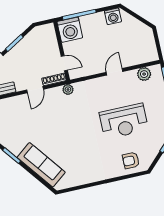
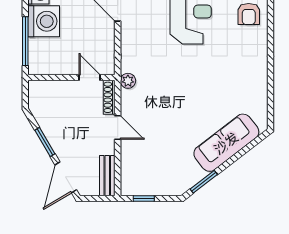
washing machine: (70, 30) -> (44, 21), moved
door: (64, 63) -> (89, 78), hinge flipped

